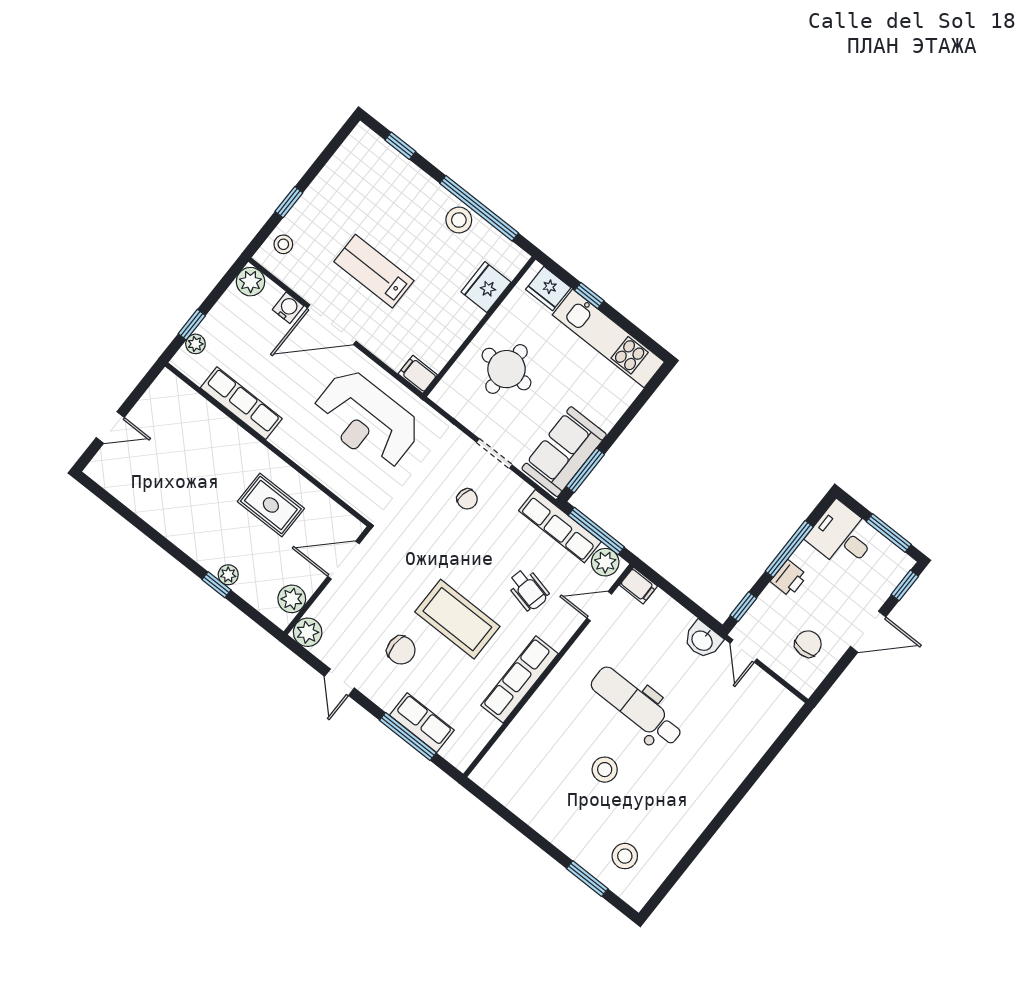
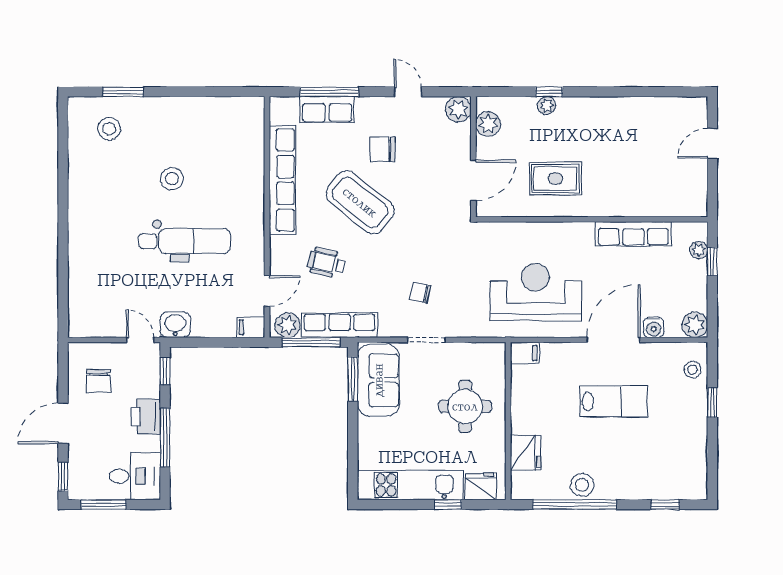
printer: (789, 578) -> (146, 417), width x1.36, depth x1.24
coffee table: (457, 619) -> (360, 202), turned 39
row of seats: (520, 679) -> (282, 180), width x1.36

